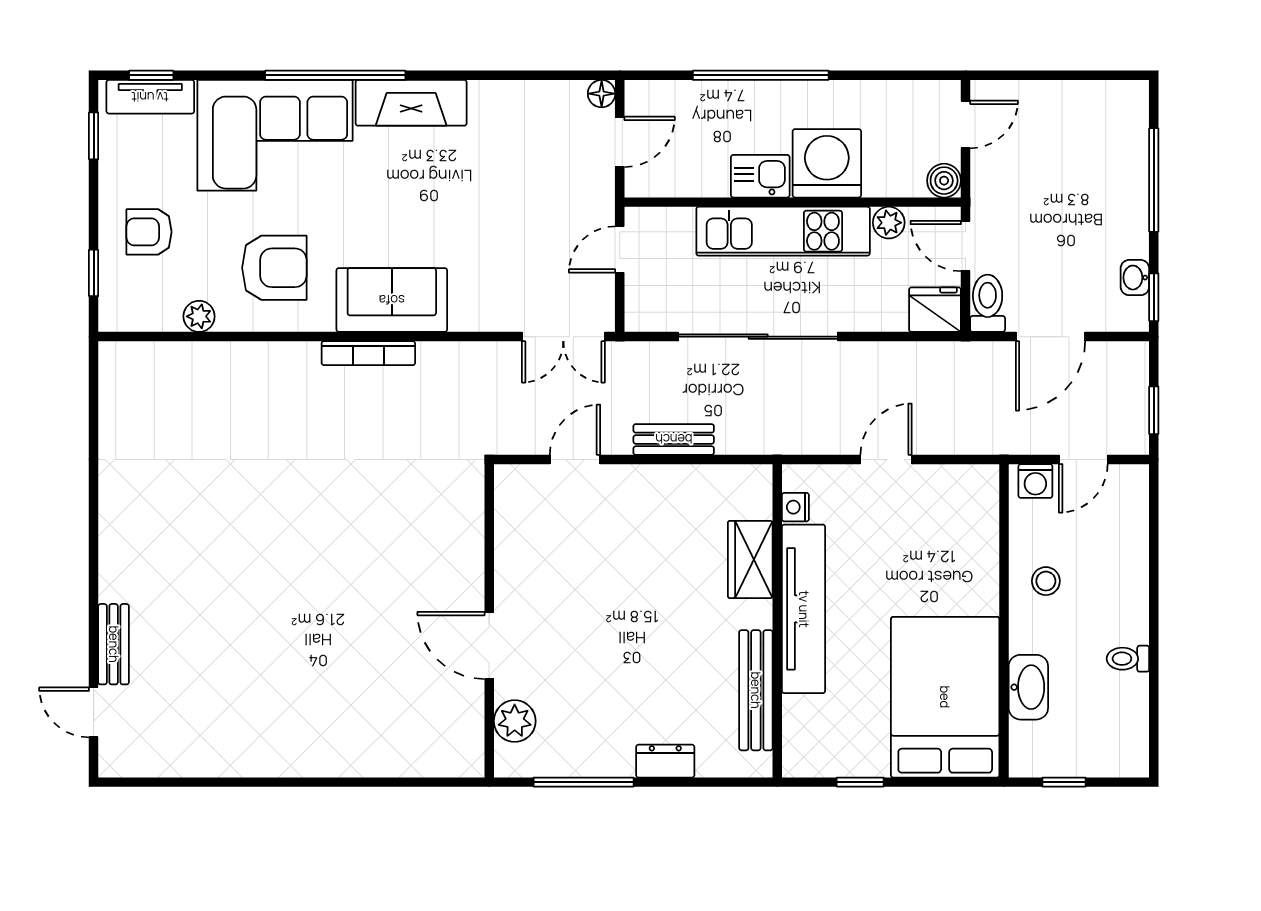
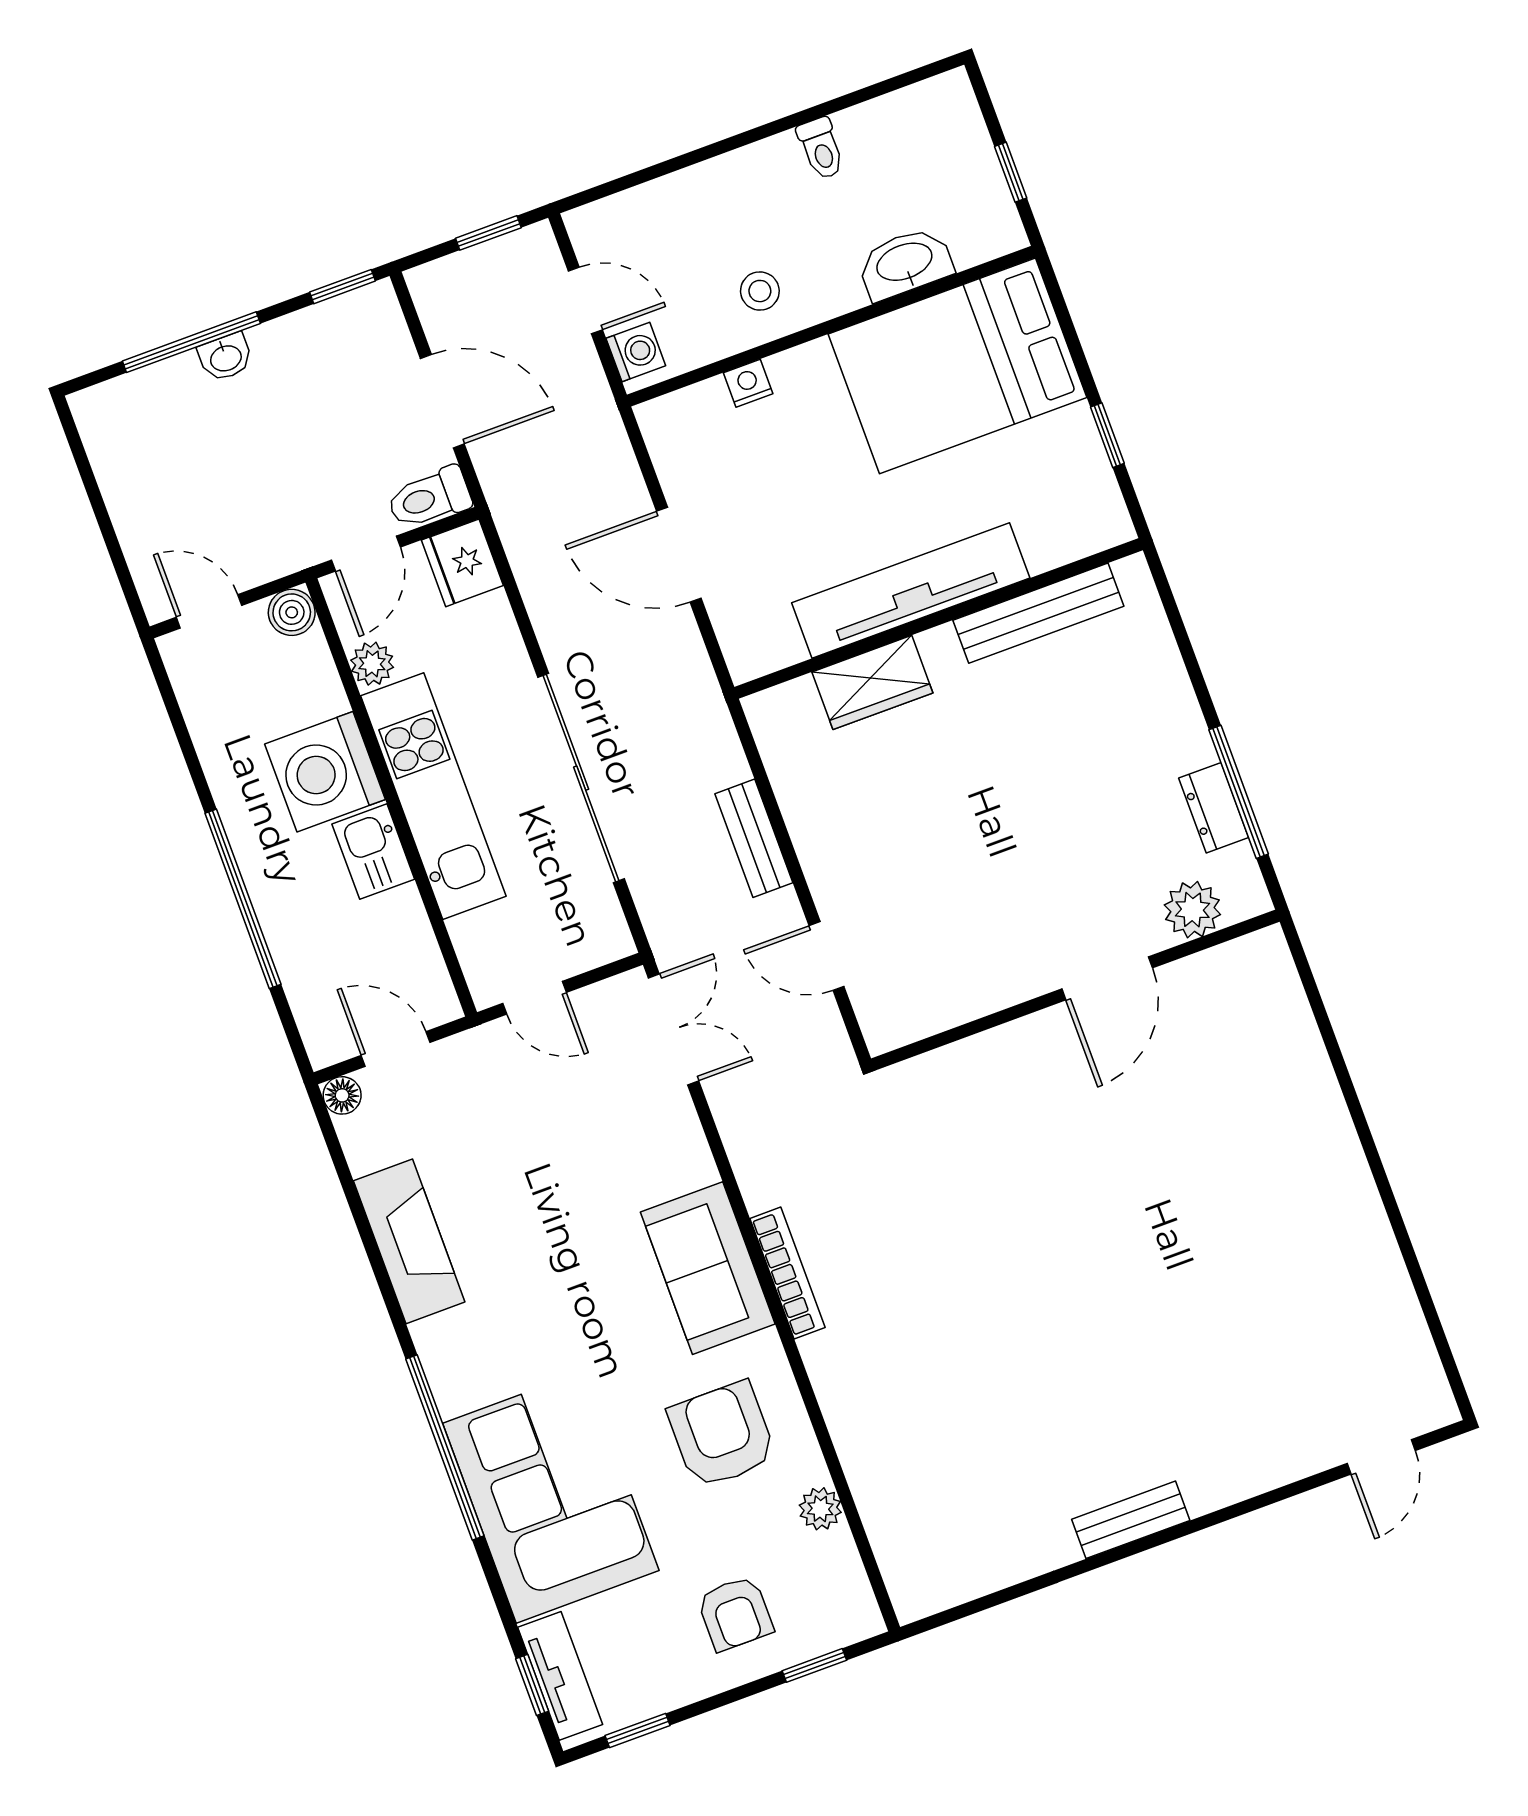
fireplace: (411, 103) -> (409, 1241), moved
washbasin: (1135, 278) -> (225, 357), moved
door: (886, 459) -> (679, 555), width x1.38
nightstand: (795, 507) -> (748, 383), moved, turned 180
bench: (114, 644) -> (1131, 1520), moved
dresser: (665, 761) -> (1214, 808), moved

